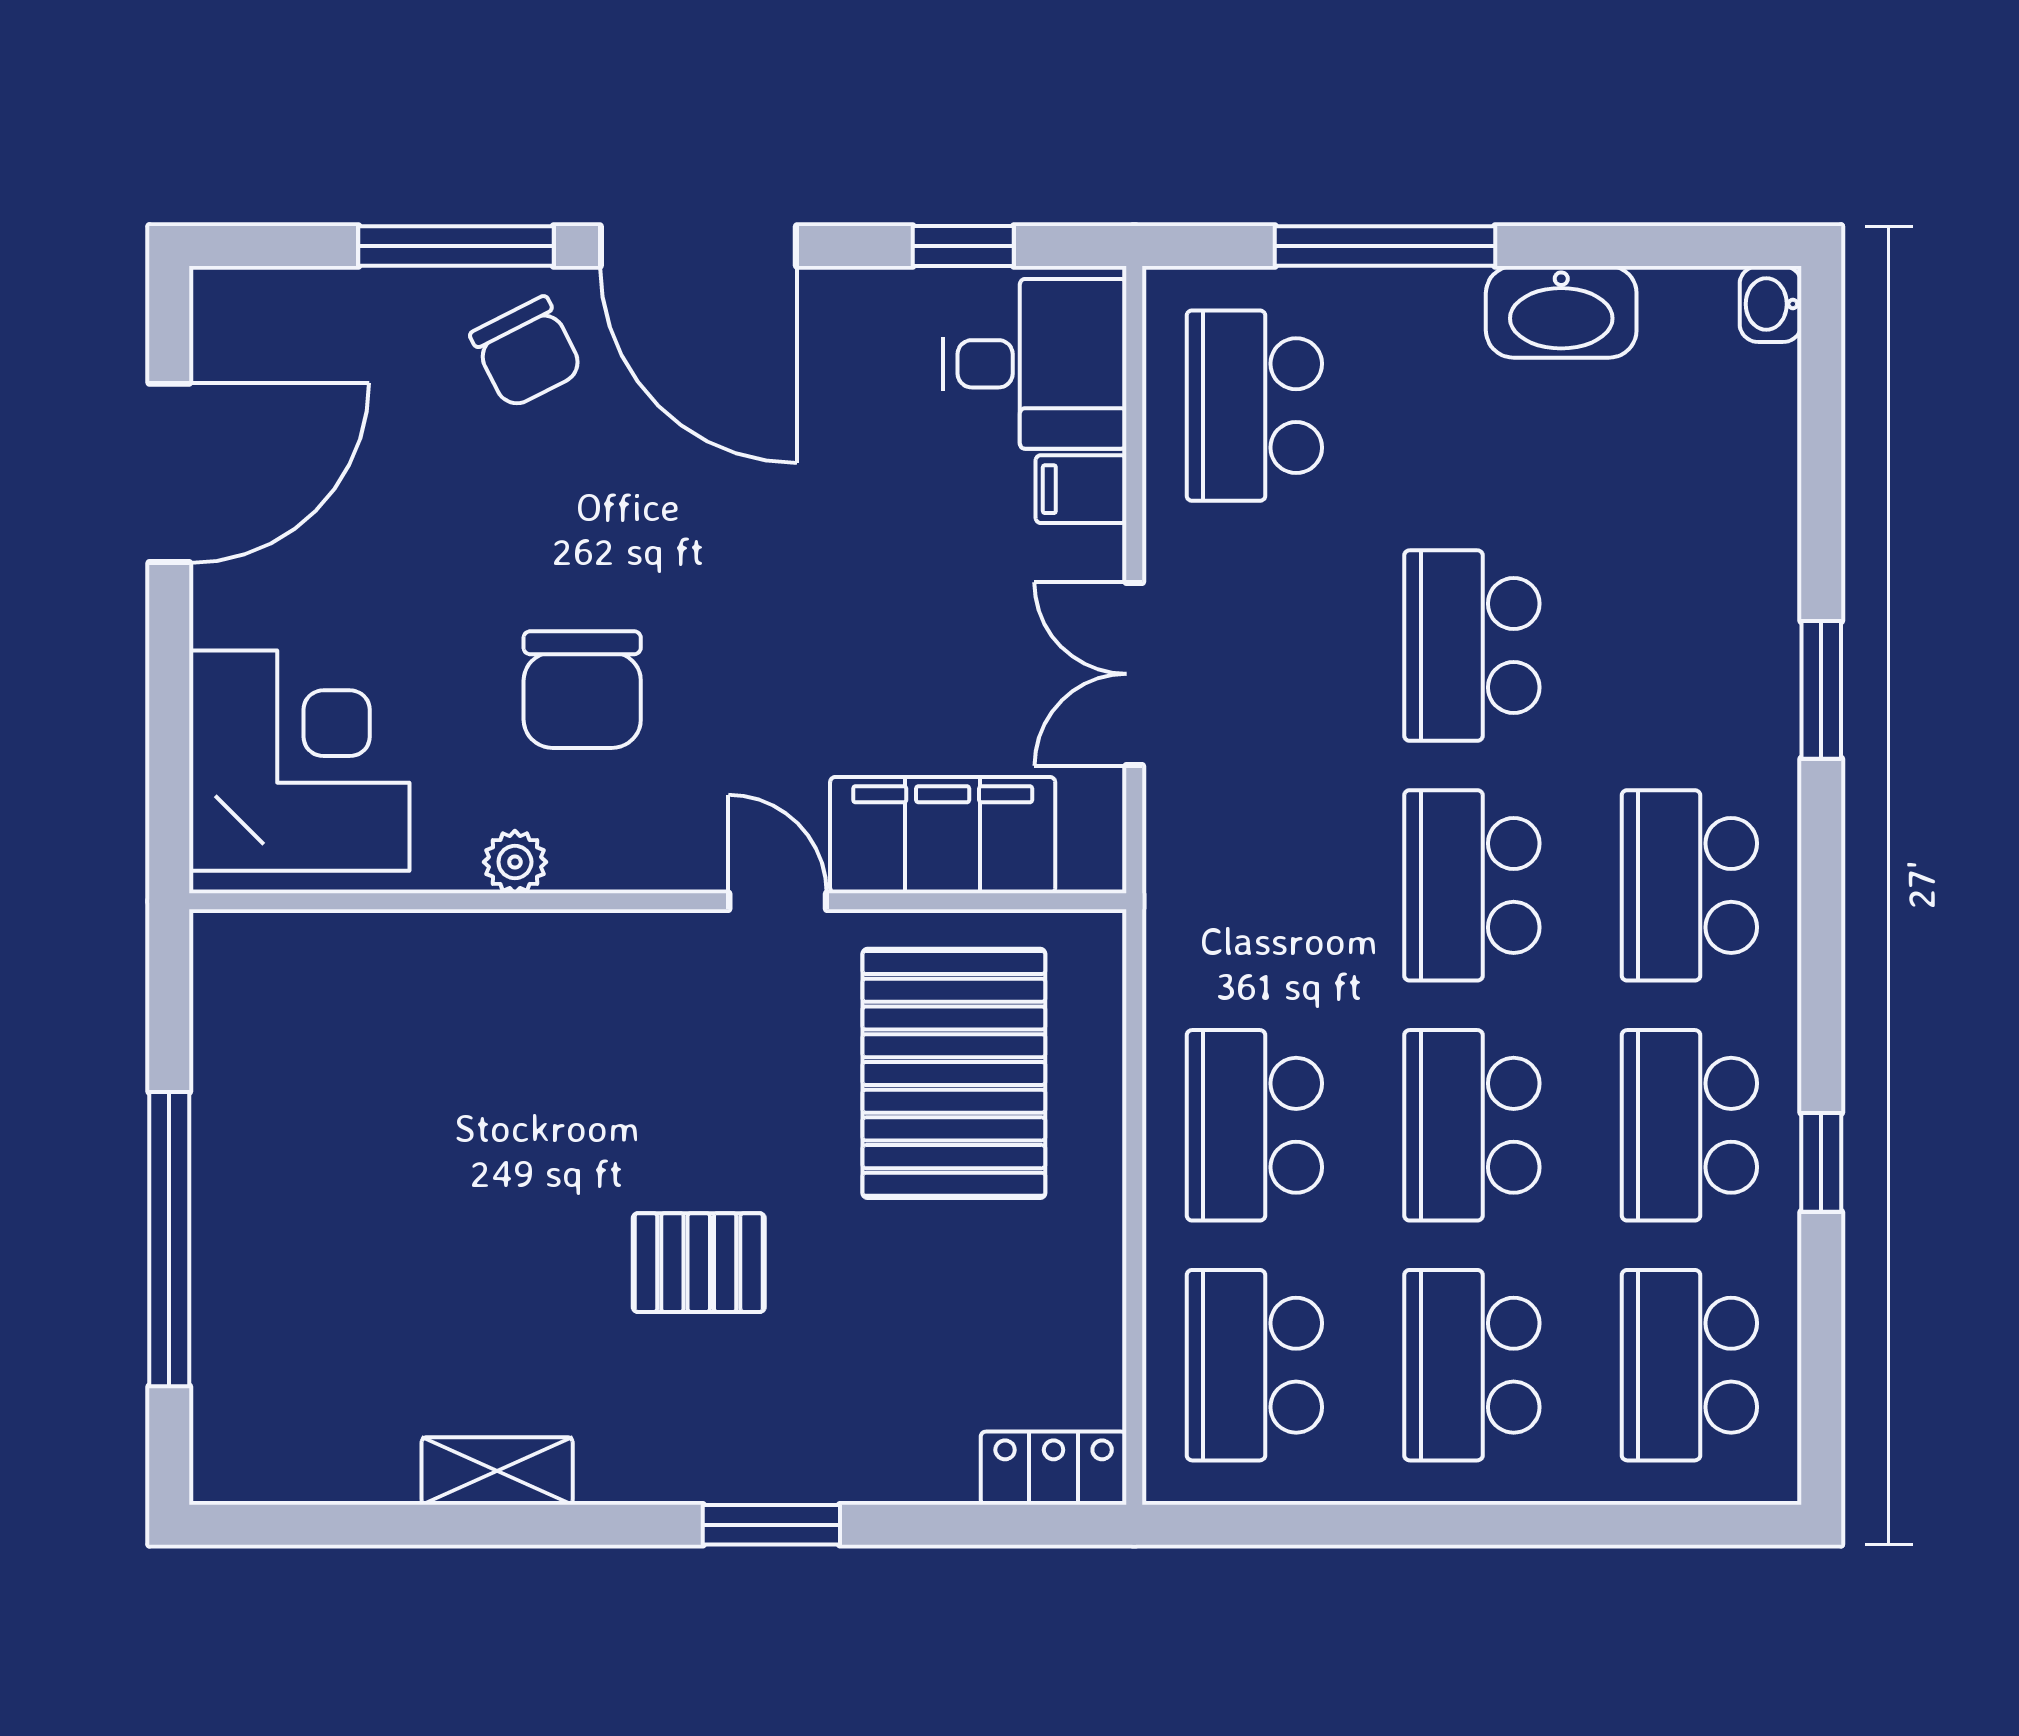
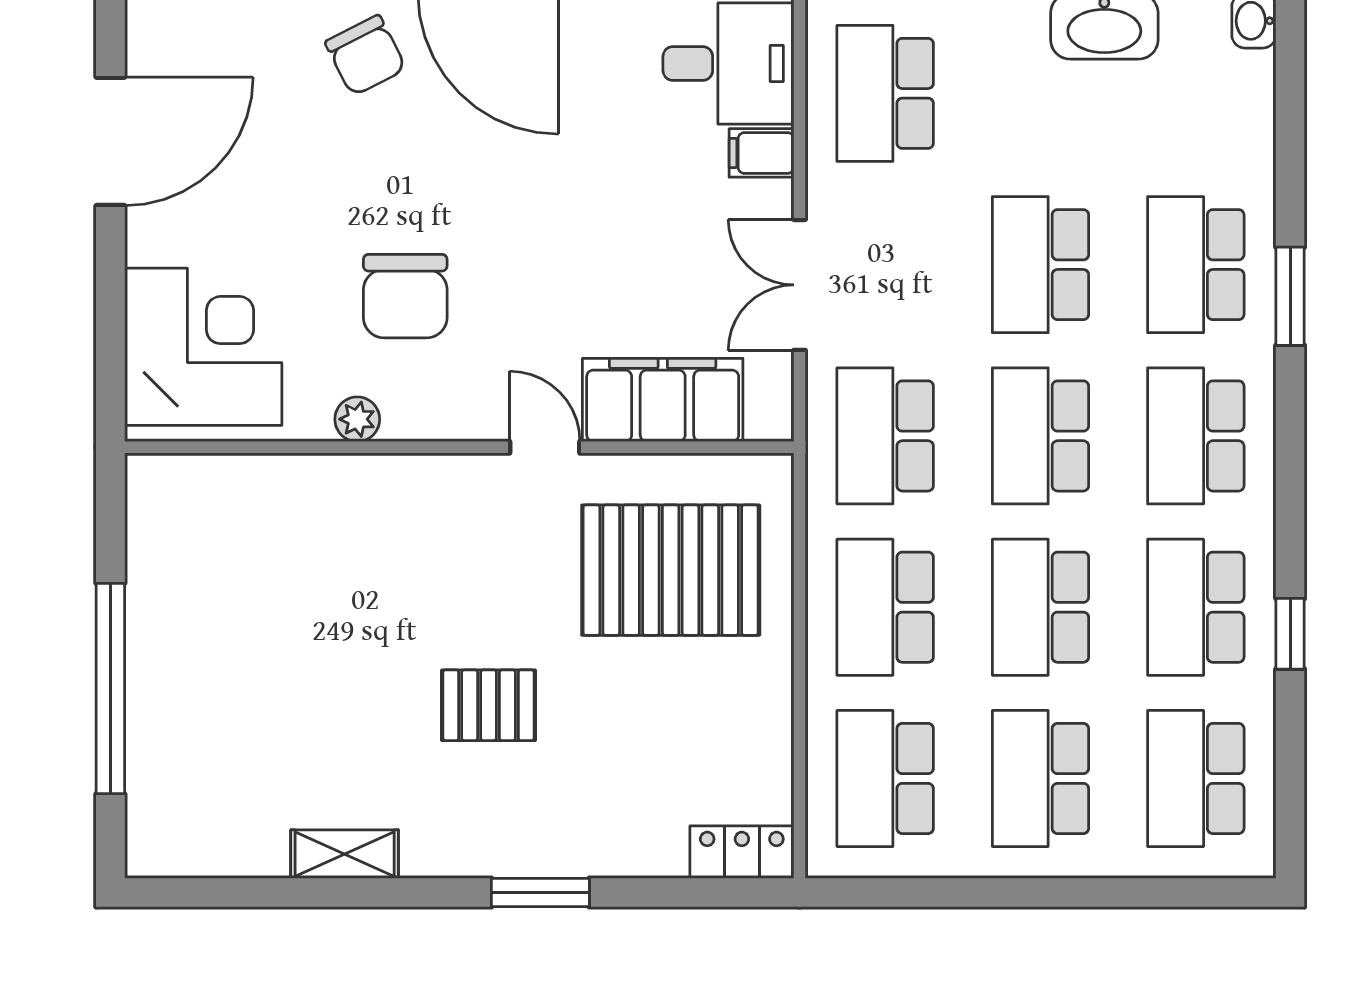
school desk: (1689, 646) -> (1196, 265), added
school desk: (1254, 885) -> (885, 436), added
pallet: (954, 1073) -> (671, 570), turned 90

